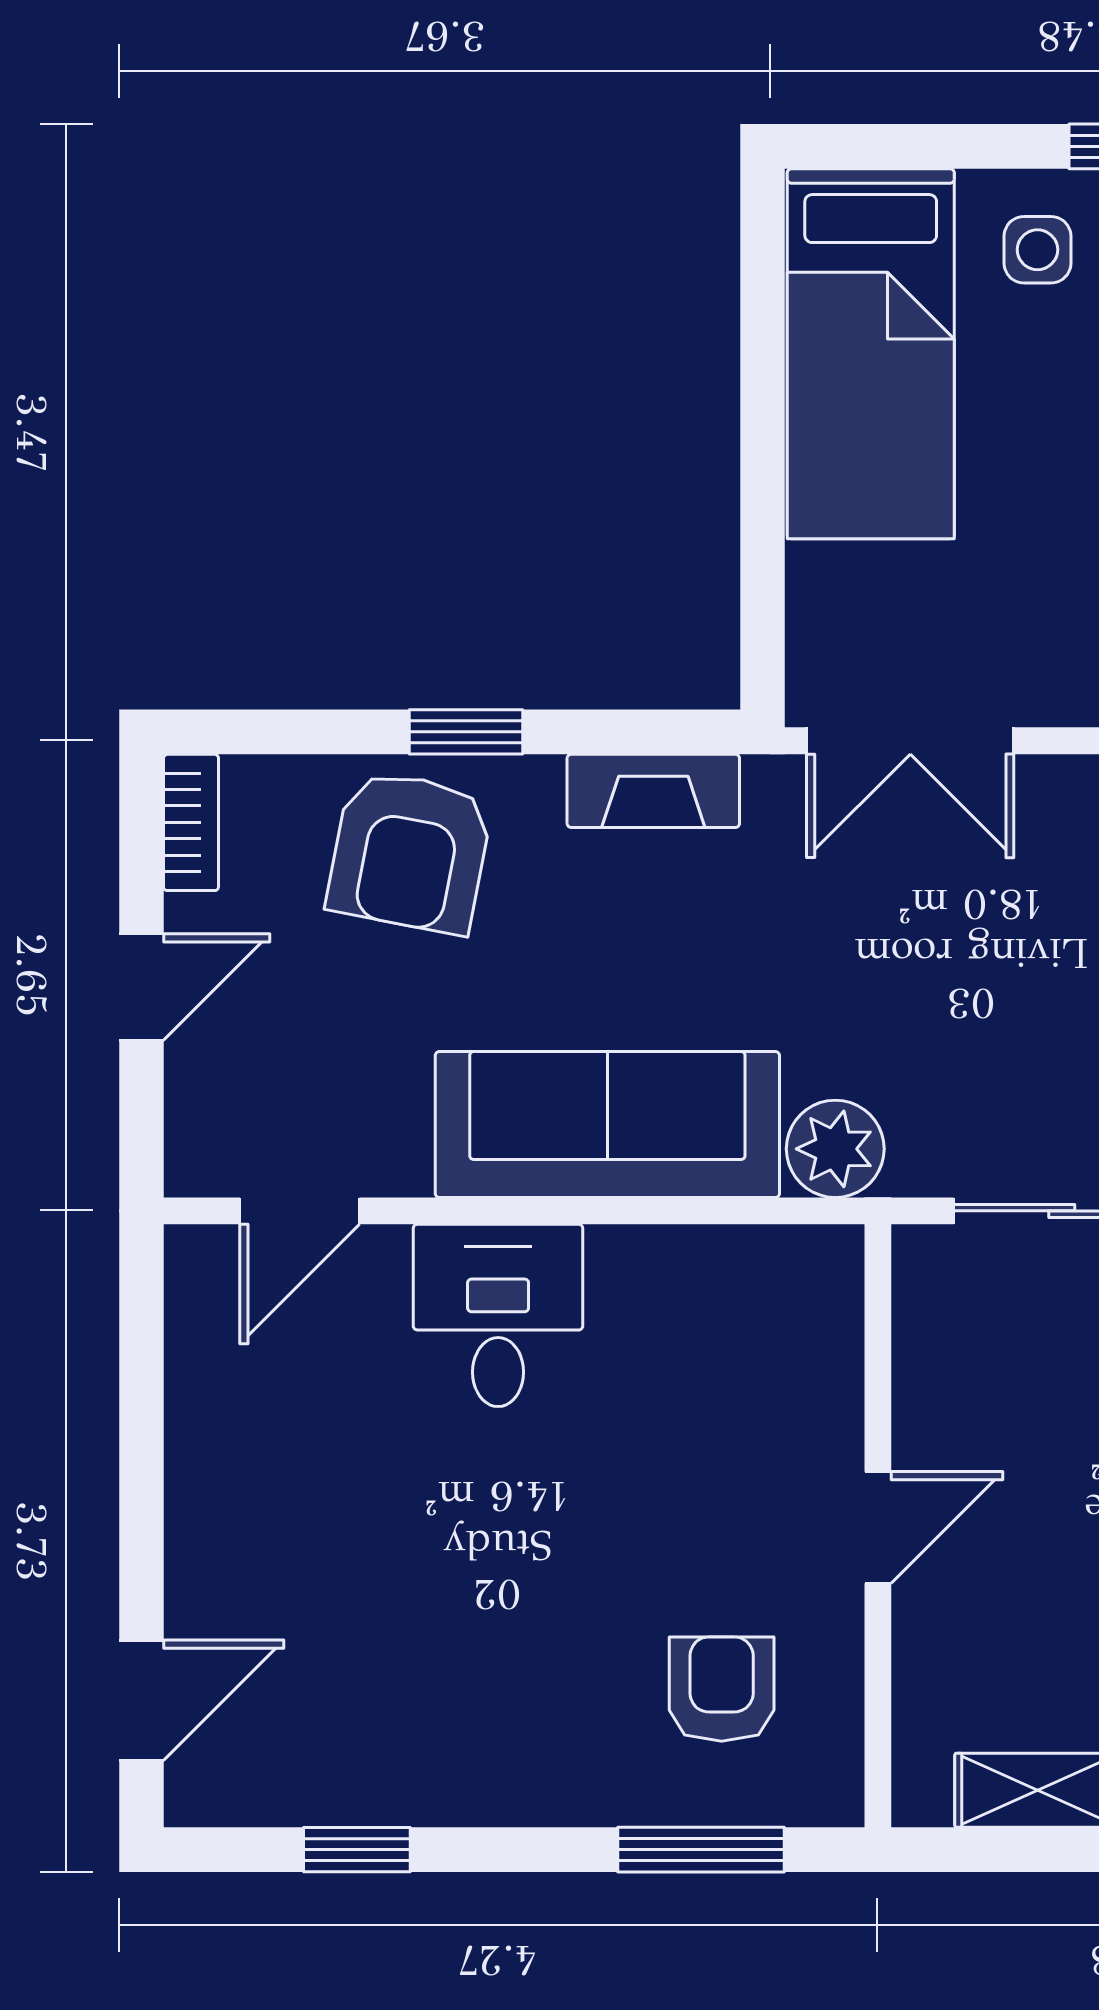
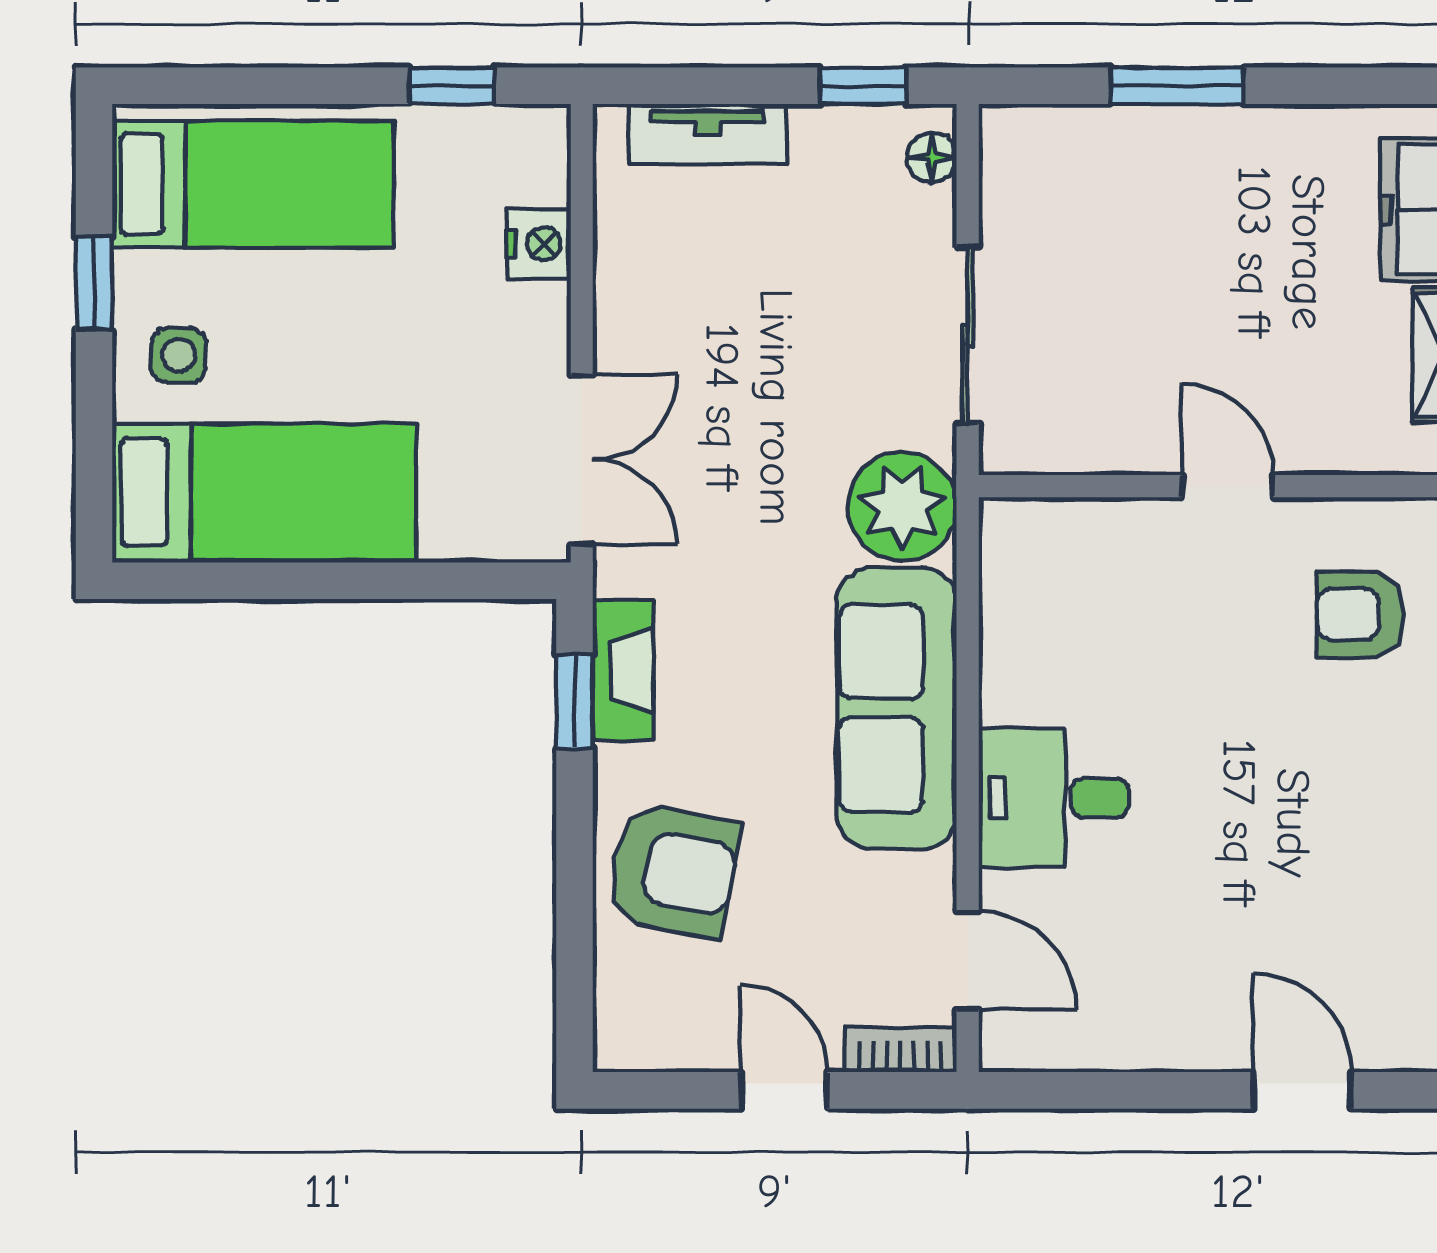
window: (466, 732) -> (574, 701), moved
bookcase: (191, 822) -> (901, 1050), moved
plant: (835, 1149) -> (902, 507), width x1.36, depth x1.36
door: (142, 1700) -> (1302, 1090), moved

